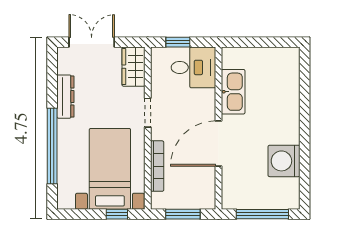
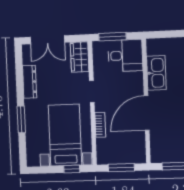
double door: (92, 42) -> (47, 40), swing flipped
window: (178, 42) -> (113, 37), width x1.50
window: (52, 146) -> (21, 119), width x0.47
bookcase: (157, 166) -> (100, 125), width x0.64

